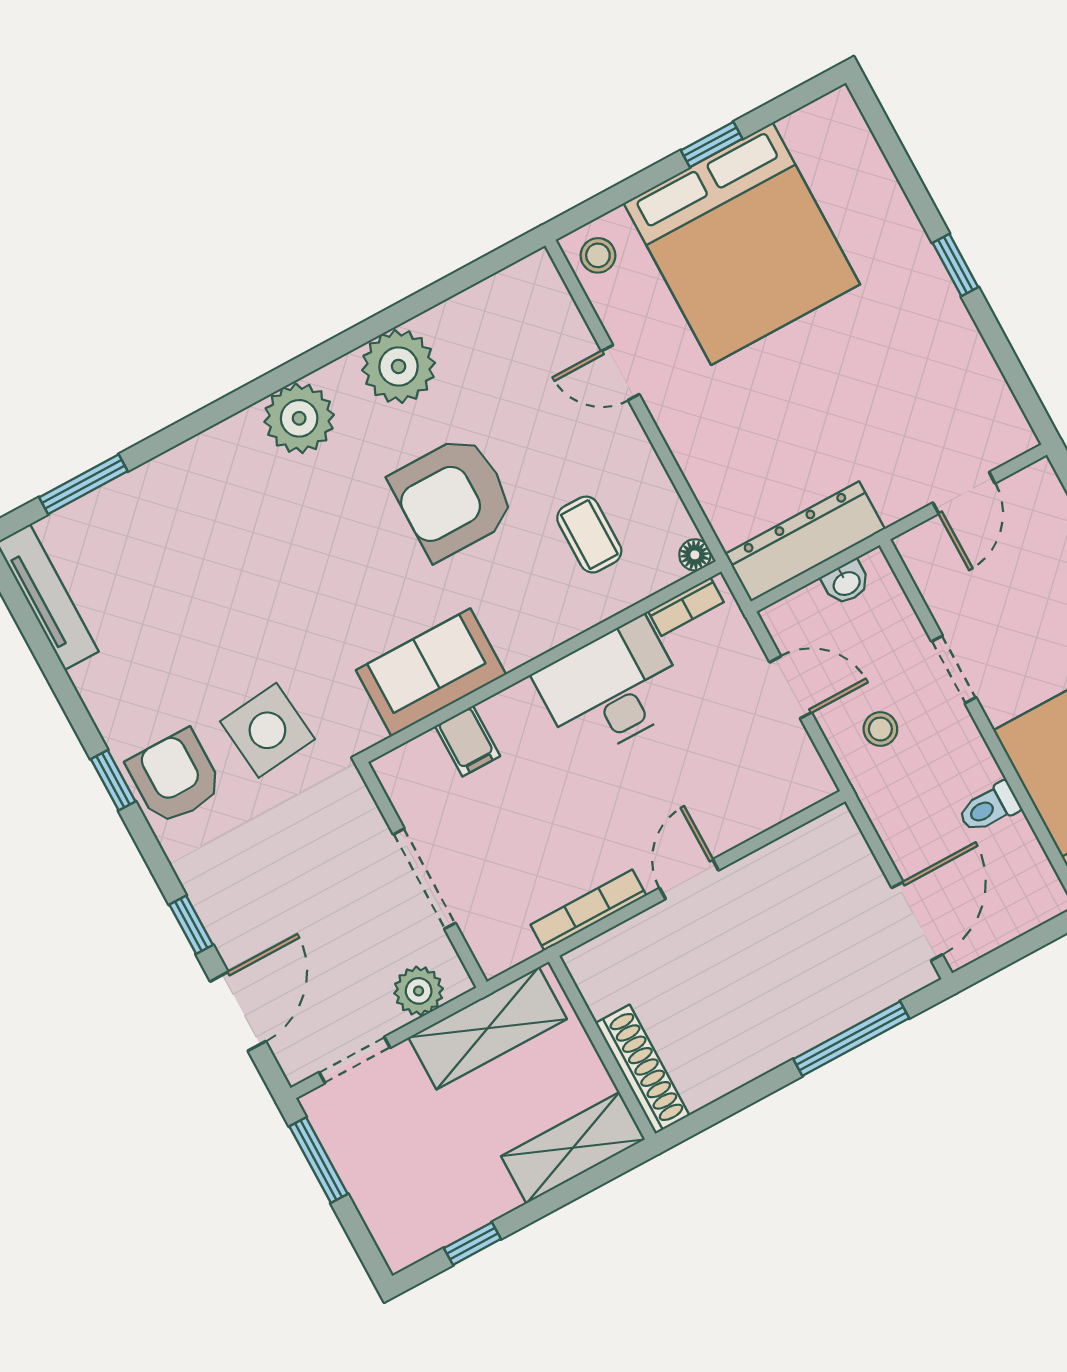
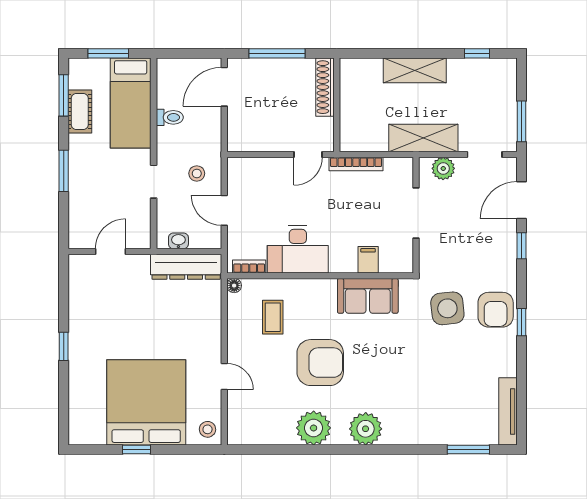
wall: (602, 1048) -> (337, 105), moved
shoe rack: (642, 1069) -> (325, 87), moved

